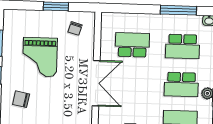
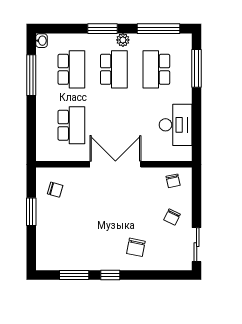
school desk: (132, 45) -> (71, 125), turned 180
grand piano: (40, 57) -> (88, 228), removed

